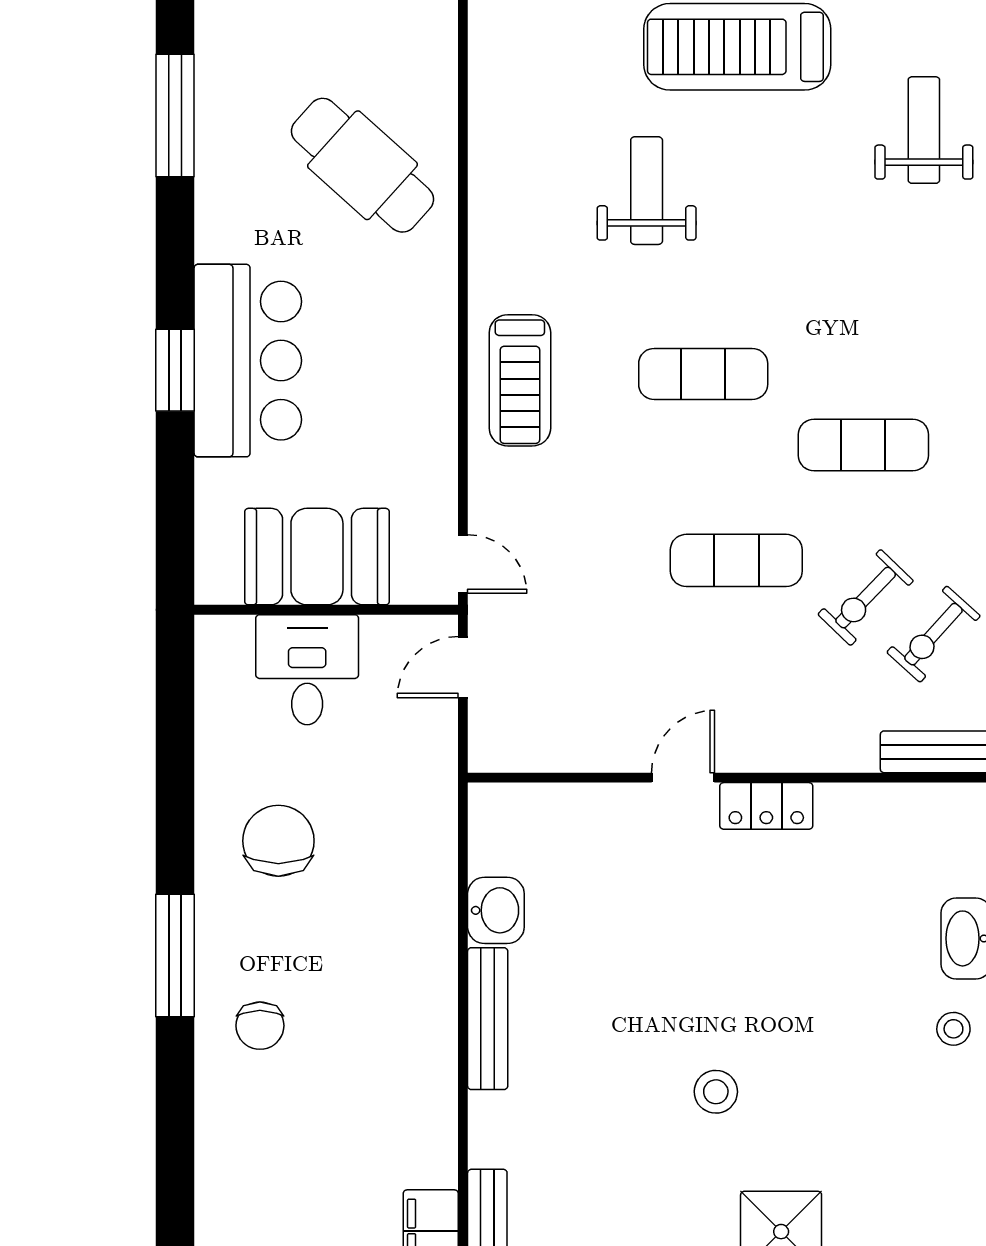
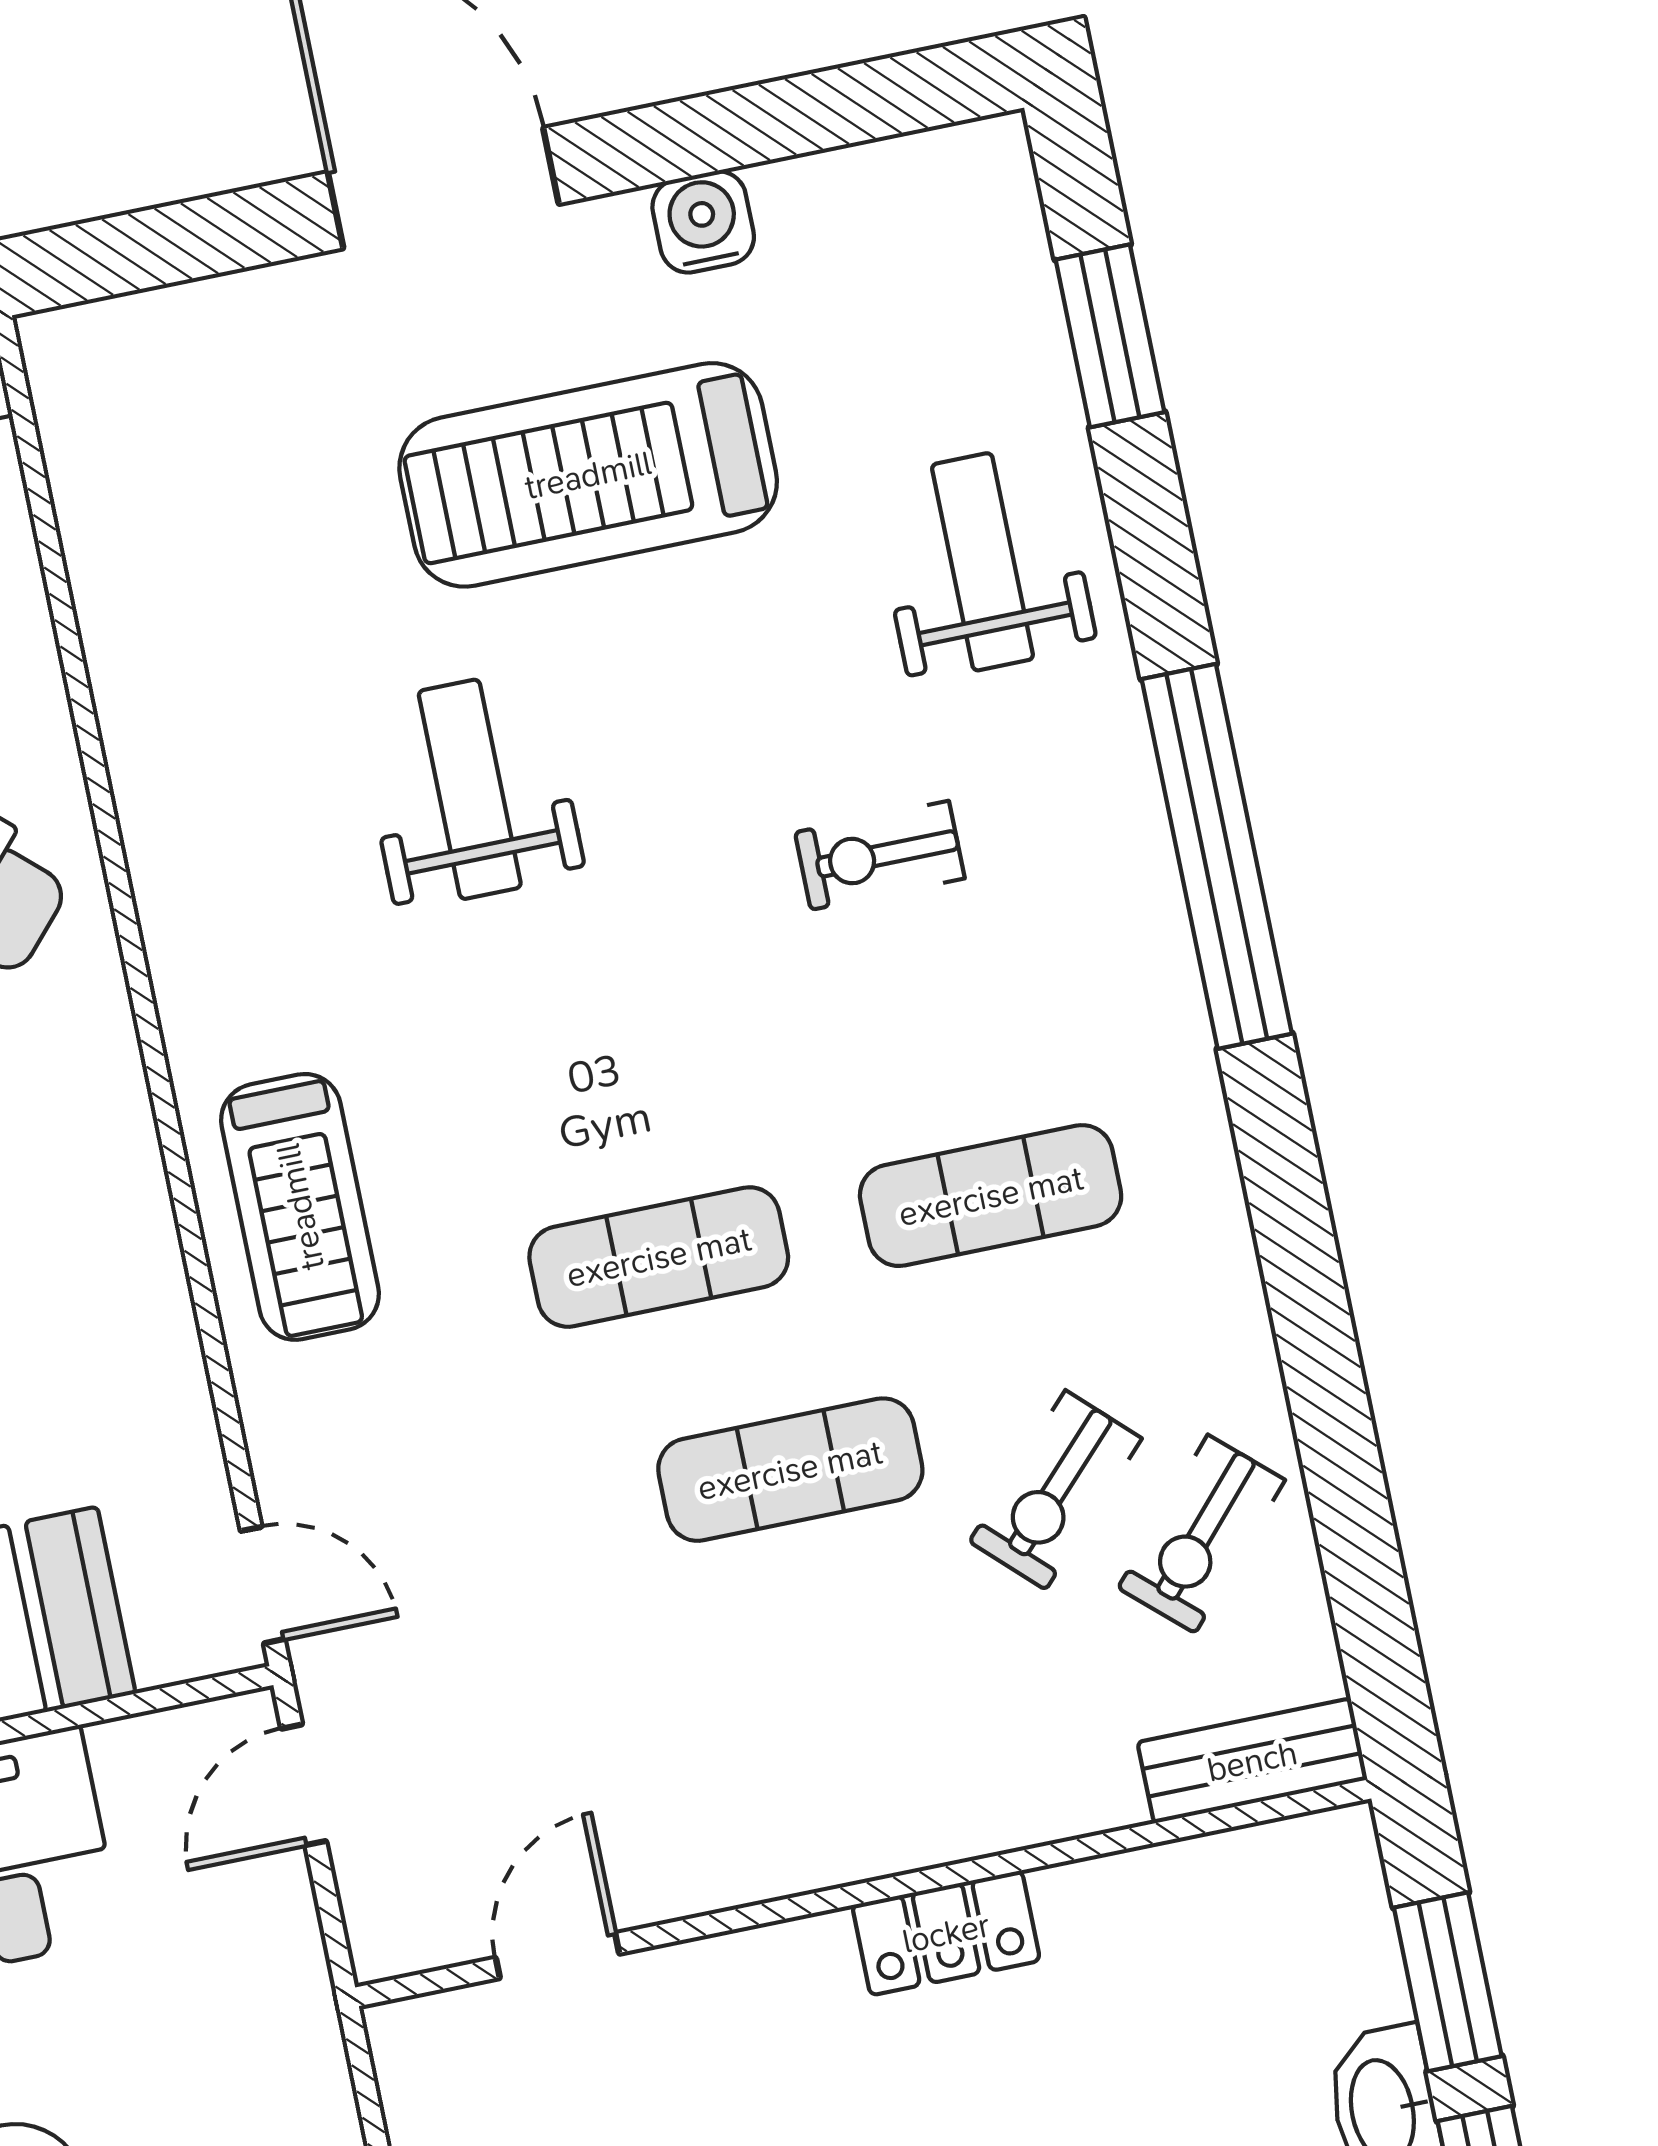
exercise bike: (843, 265) -> (880, 855), added
exercise mat: (703, 374) -> (659, 1257), moved
door: (683, 778) -> (557, 1956), moved

